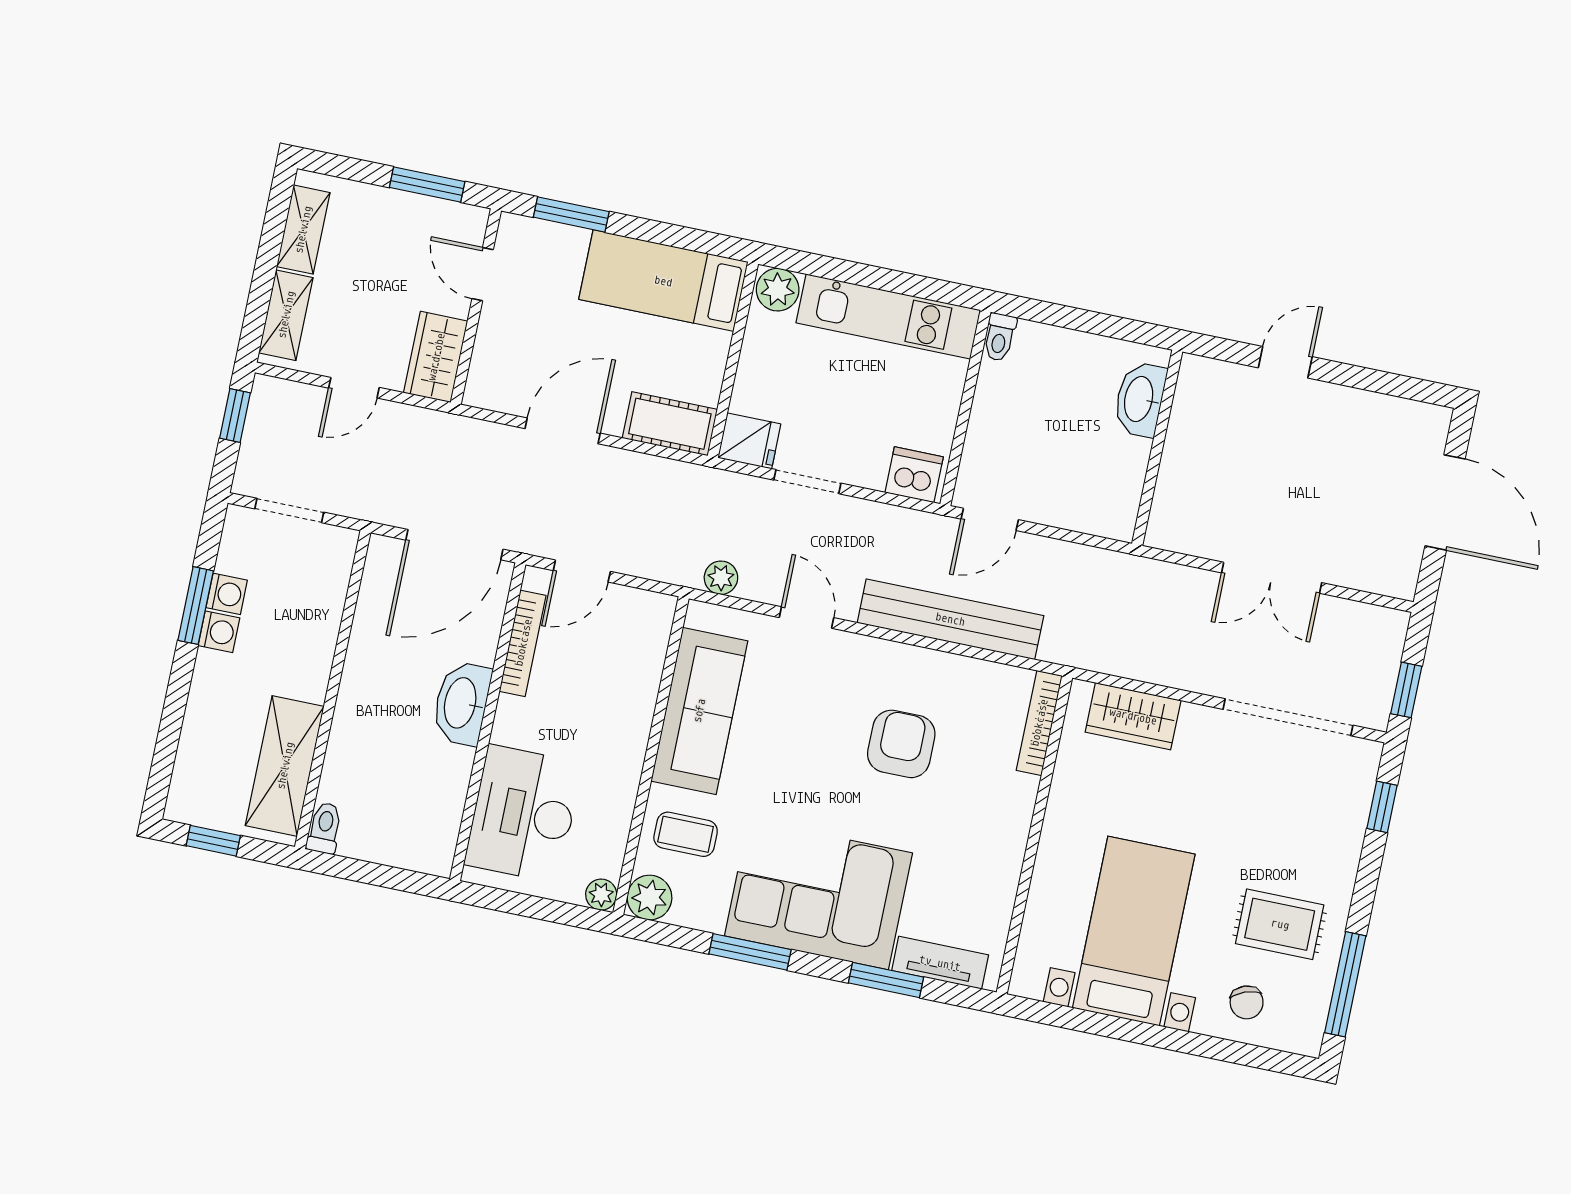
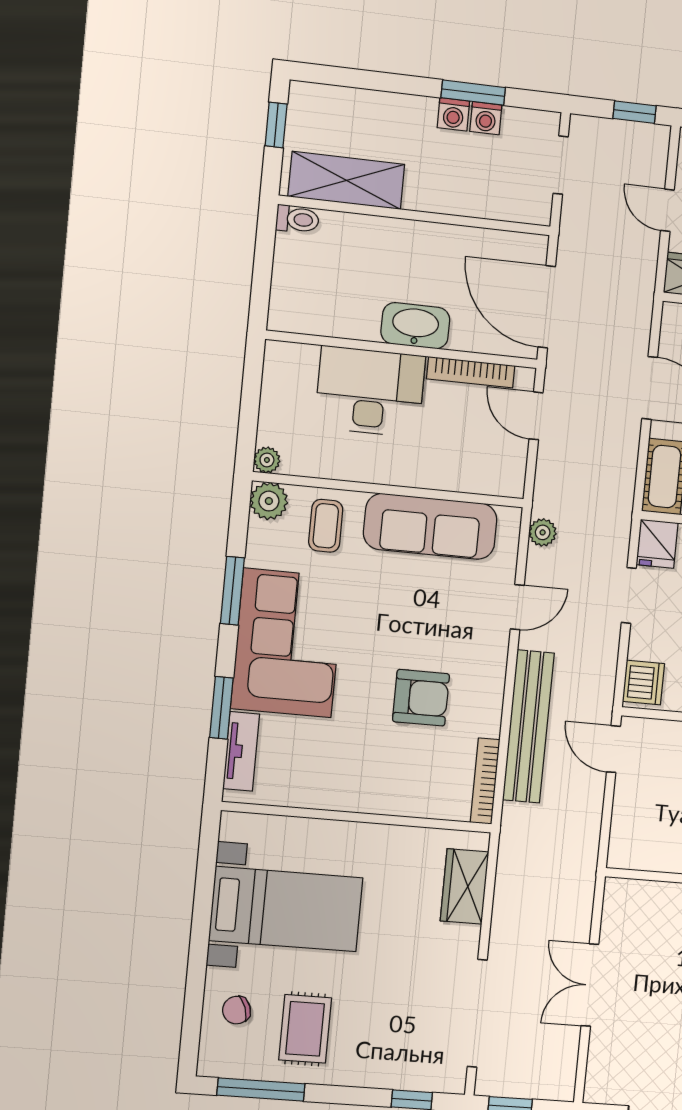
bookcase: (1039, 723) -> (485, 781), moved, turned -90
desk: (523, 814) -> (370, 392), moved

